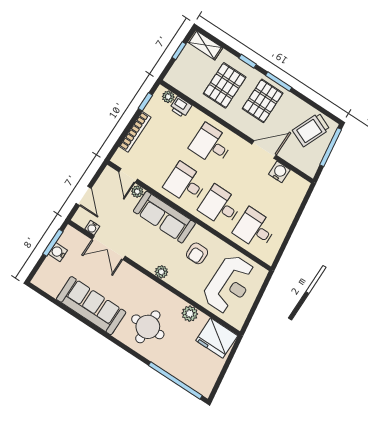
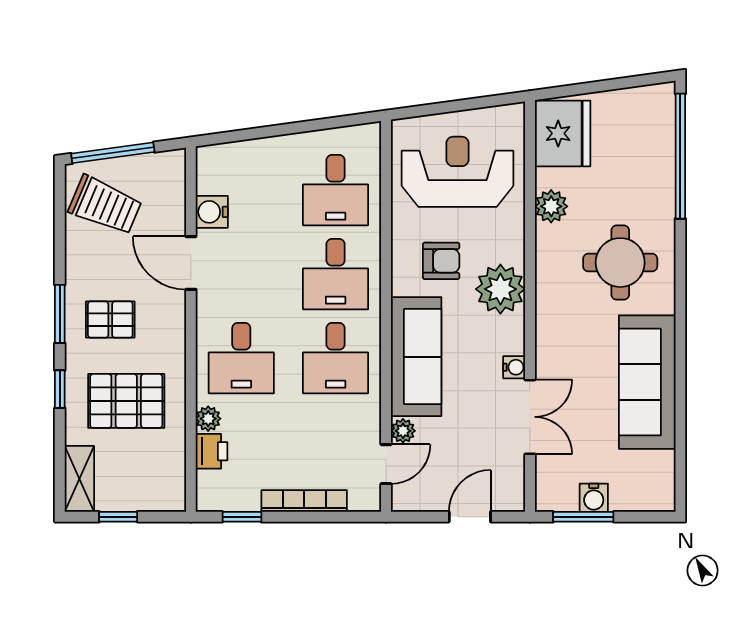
plant: (168, 97) -> (208, 419), moved
pallet: (263, 101) -> (110, 319), width x0.67, depth x0.71
water cooler: (92, 228) -> (514, 367), moved
plant: (161, 272) -> (500, 289), width x1.88, depth x1.88

